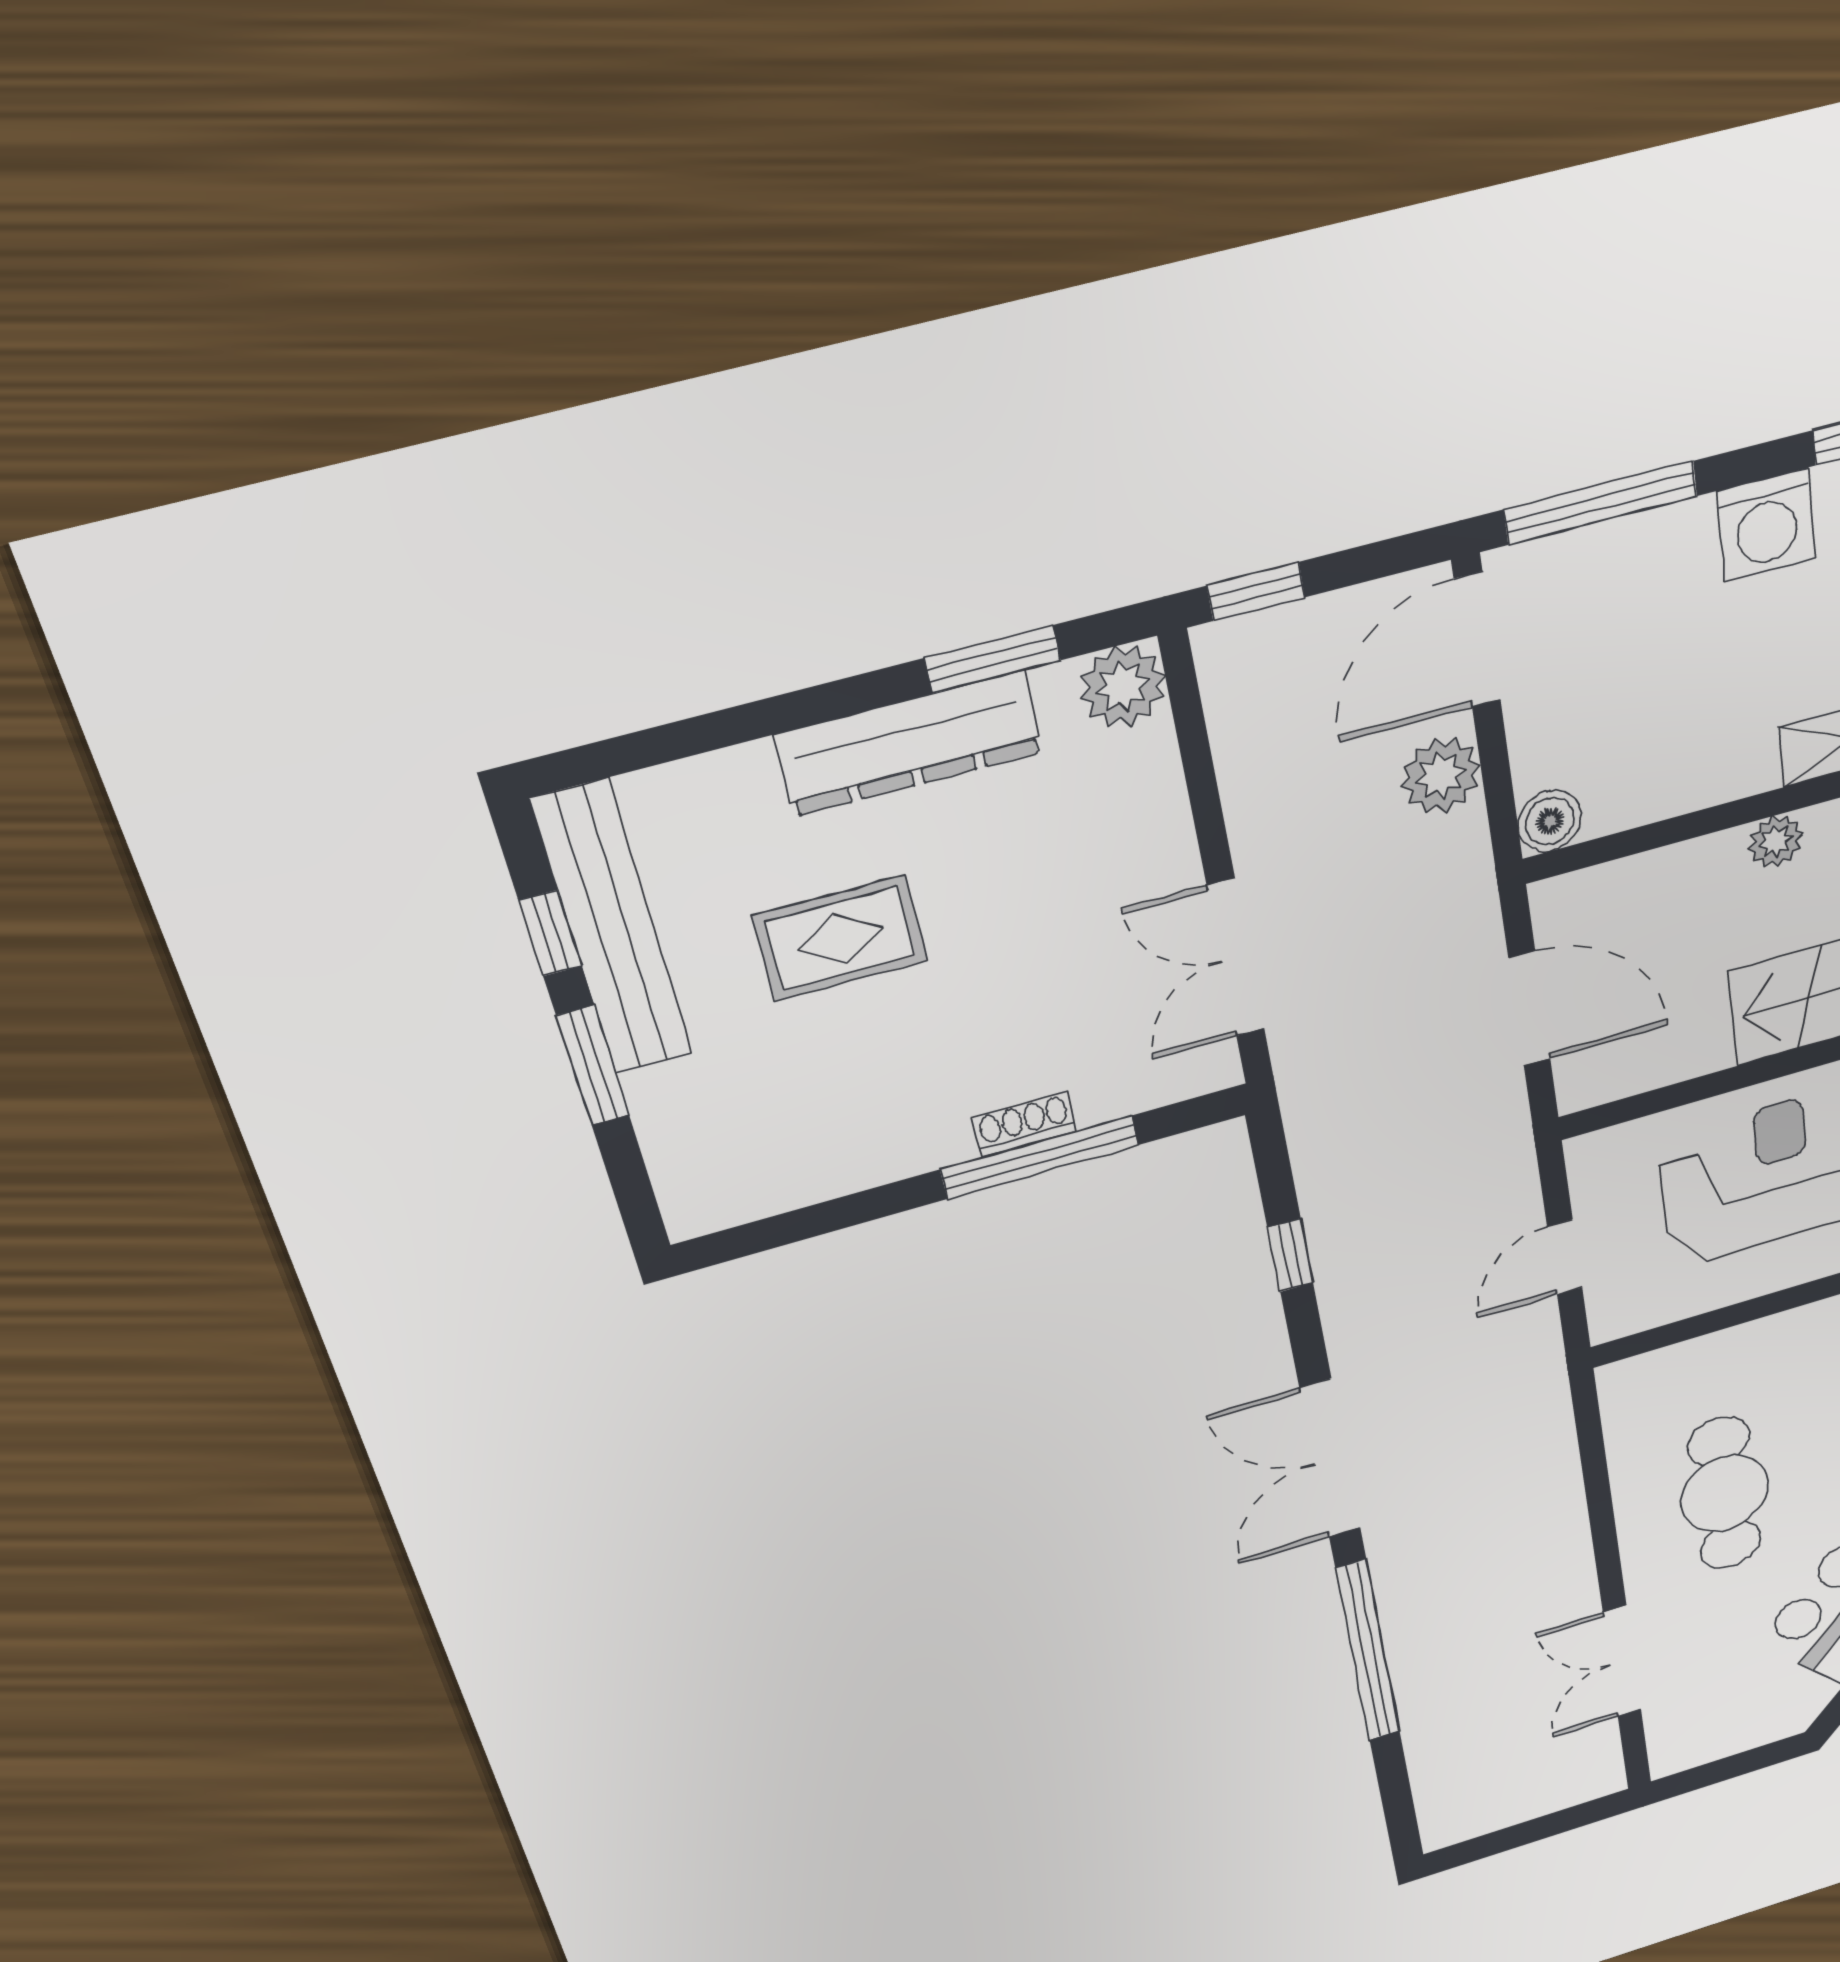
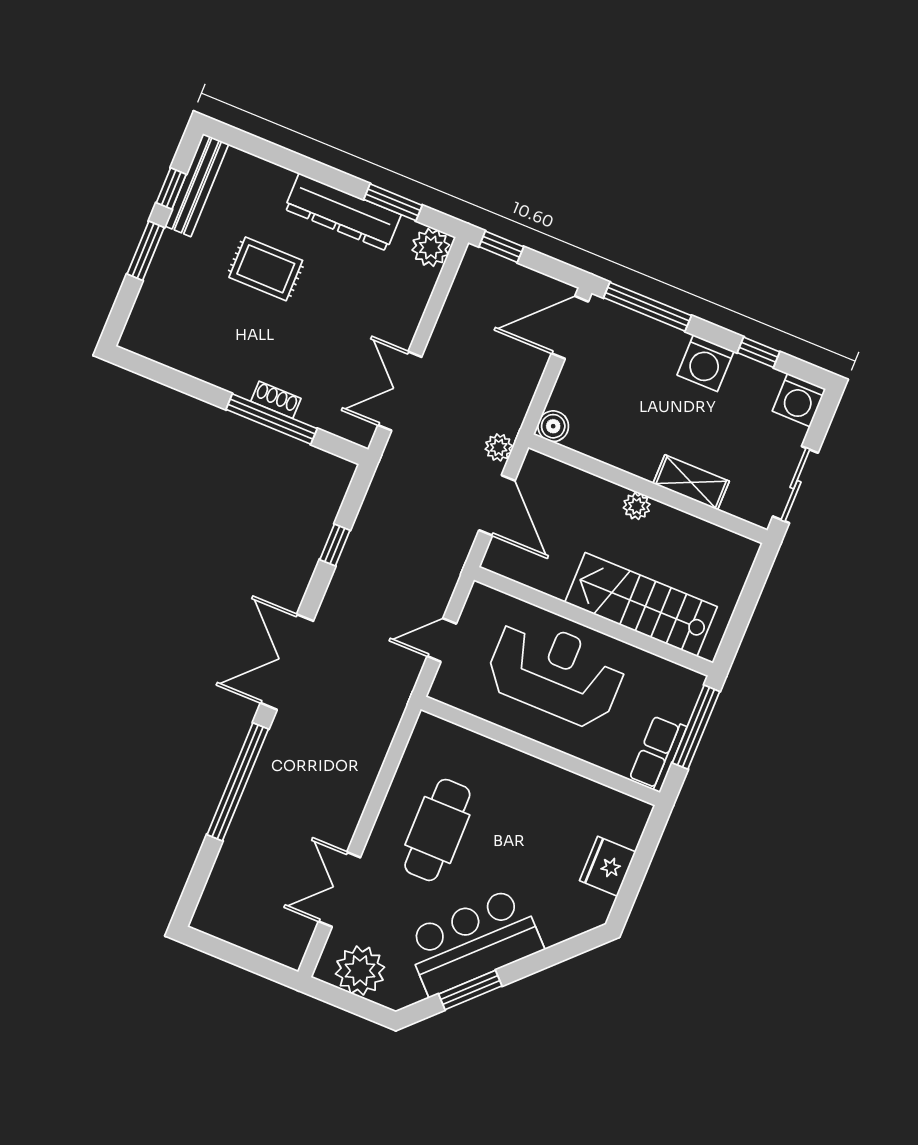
plant: (1441, 776) -> (499, 447), moved, width x0.73, depth x0.73
bench: (612, 929) -> (197, 185), width x0.73, depth x0.82
plant: (1719, 1725) -> (360, 971), added

